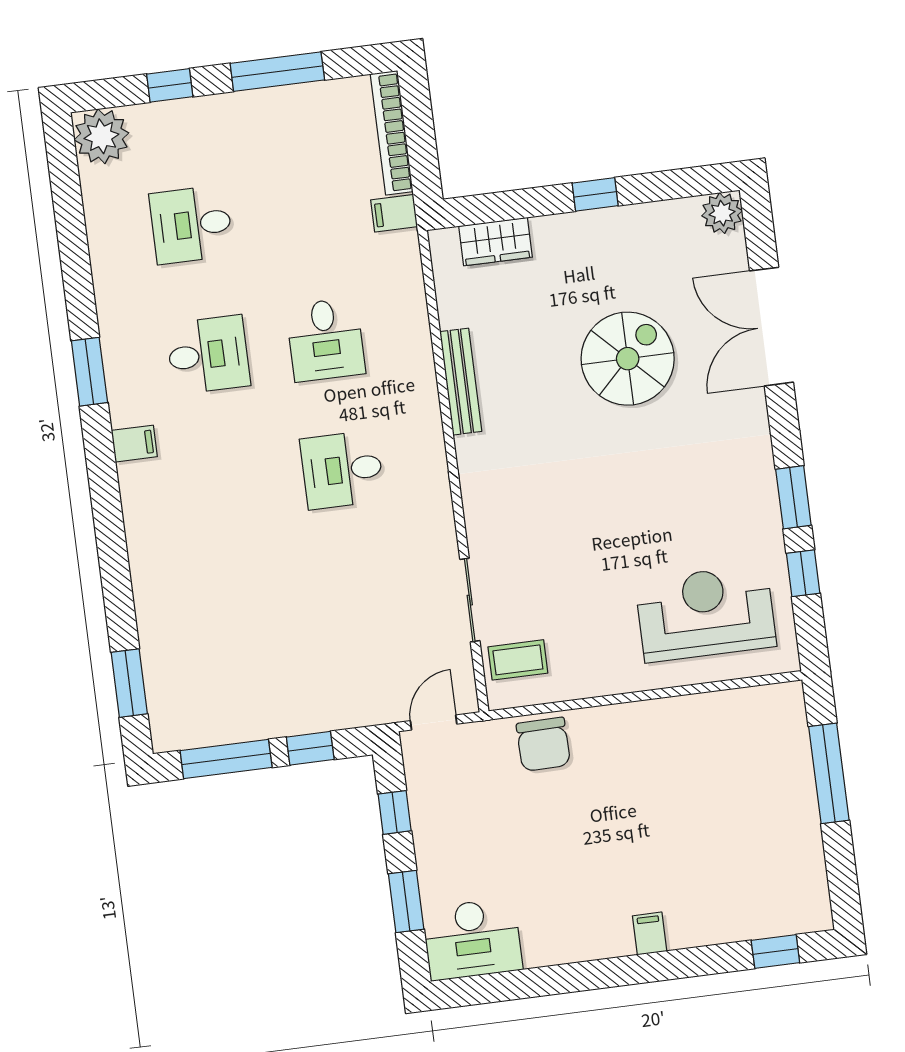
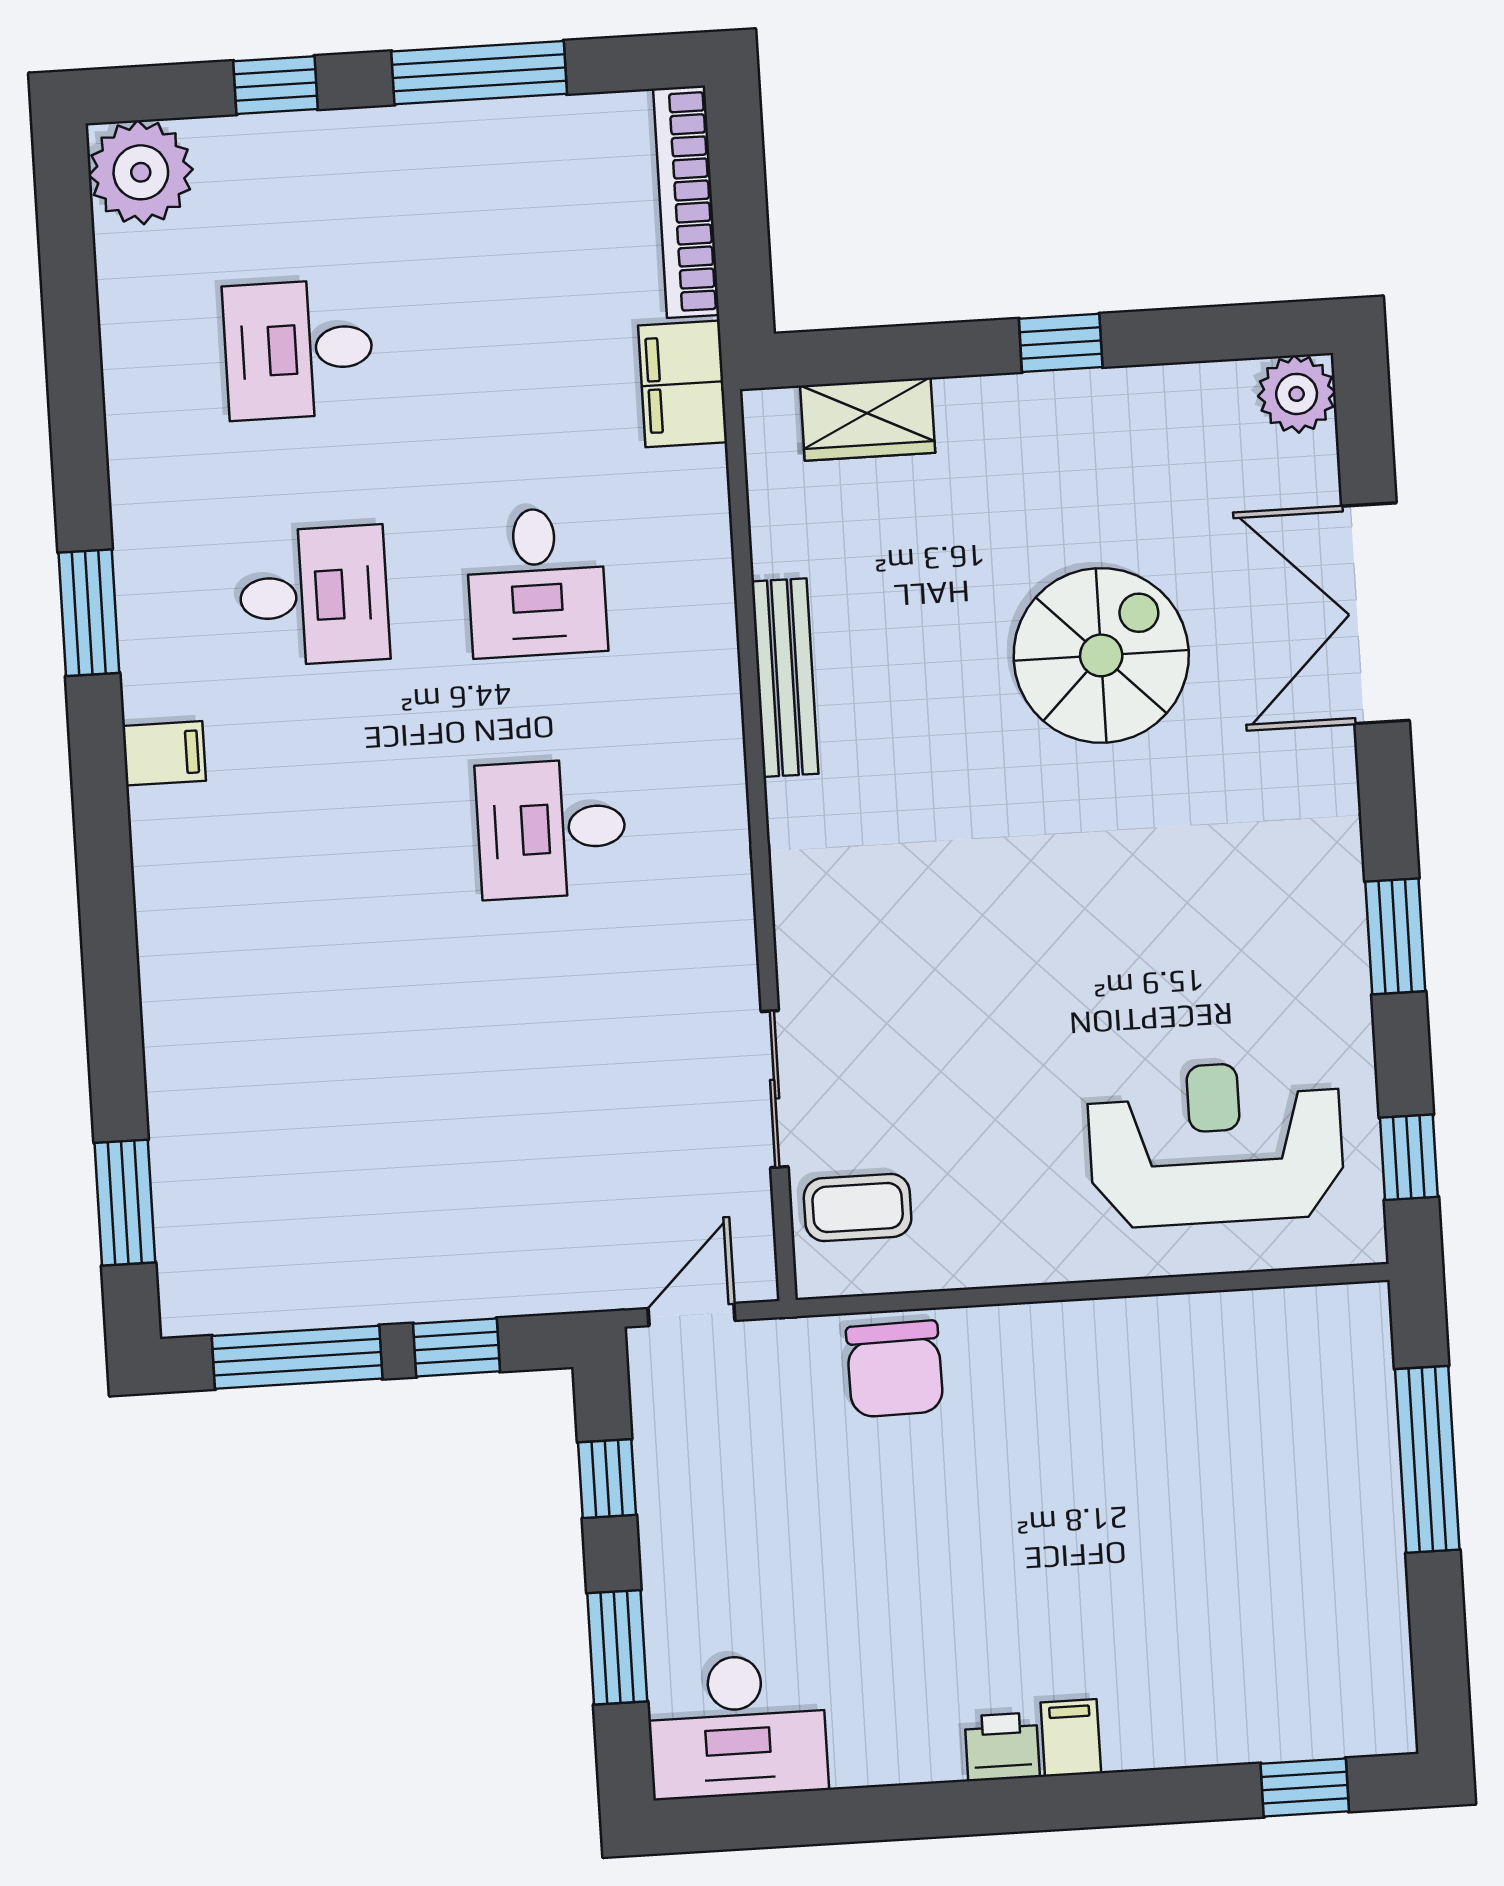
filing cabinet: (394, 213) -> (683, 384), width x2.00
window: (803, 573) -> (1409, 1157), moved
printer: (614, 941) -> (1002, 1747), added

